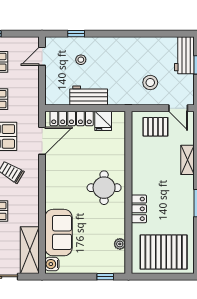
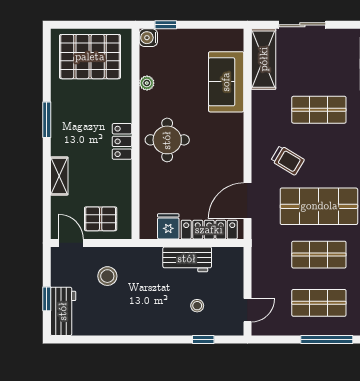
locker: (139, 209) -> (122, 141), moved
plant: (120, 244) -> (147, 83), moved
water cooler: (52, 264) -> (148, 38), moved, turned 180

